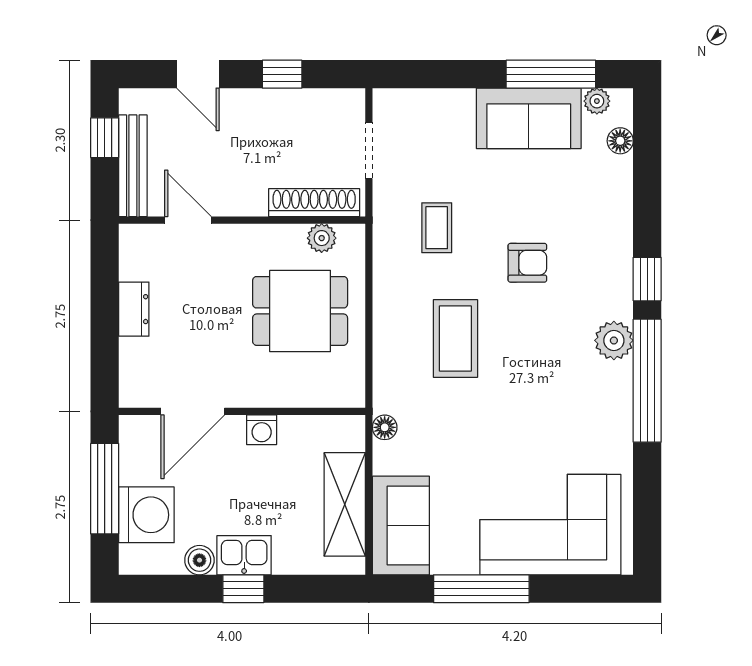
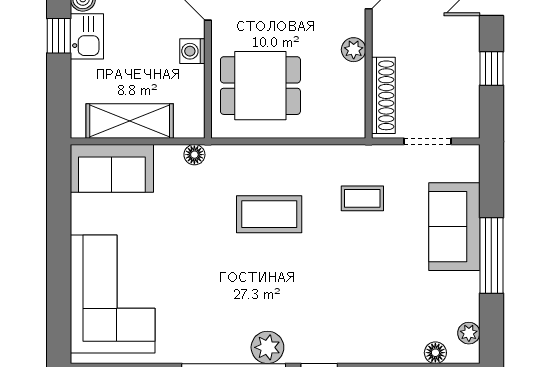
window: (551, 74) -> (491, 256), moved
sofa: (529, 118) -> (454, 227), moved
plant: (322, 238) -> (354, 50), moved
armchair: (527, 263) -> (333, 275), removed
dining table: (300, 311) -> (260, 86), moved, turned 90
window: (481, 589) -> (59, 236), removed

